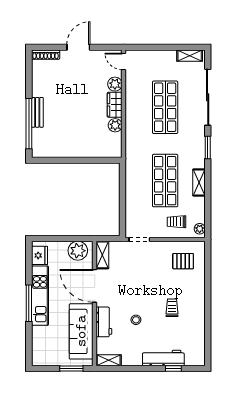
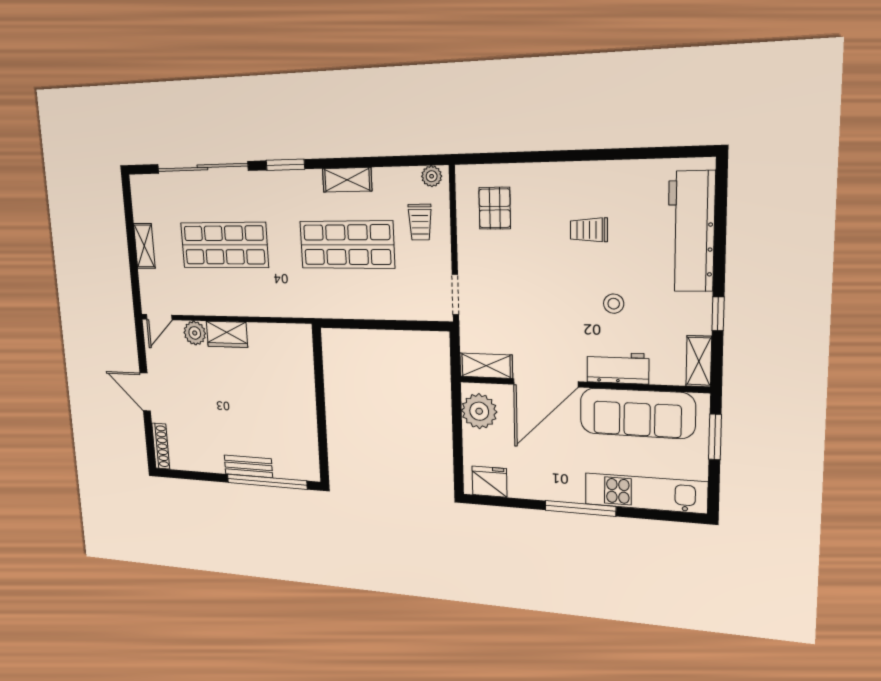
shelving: (190, 56) -> (144, 246), moved
plant: (115, 125) -> (259, 334), removed
kitchen unit: (40, 296) -> (646, 493), moved
workbench: (163, 358) -> (691, 232), width x1.36, depth x1.32
window: (173, 368) -> (718, 314), moved

